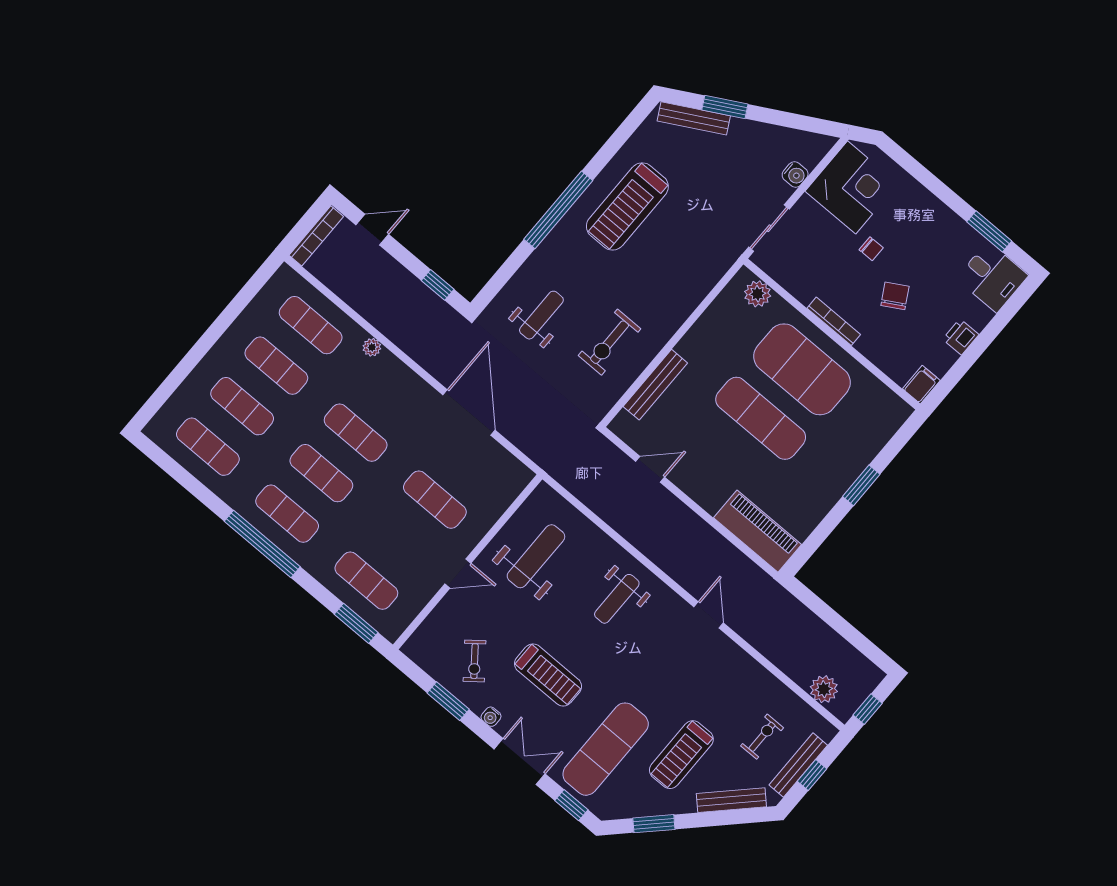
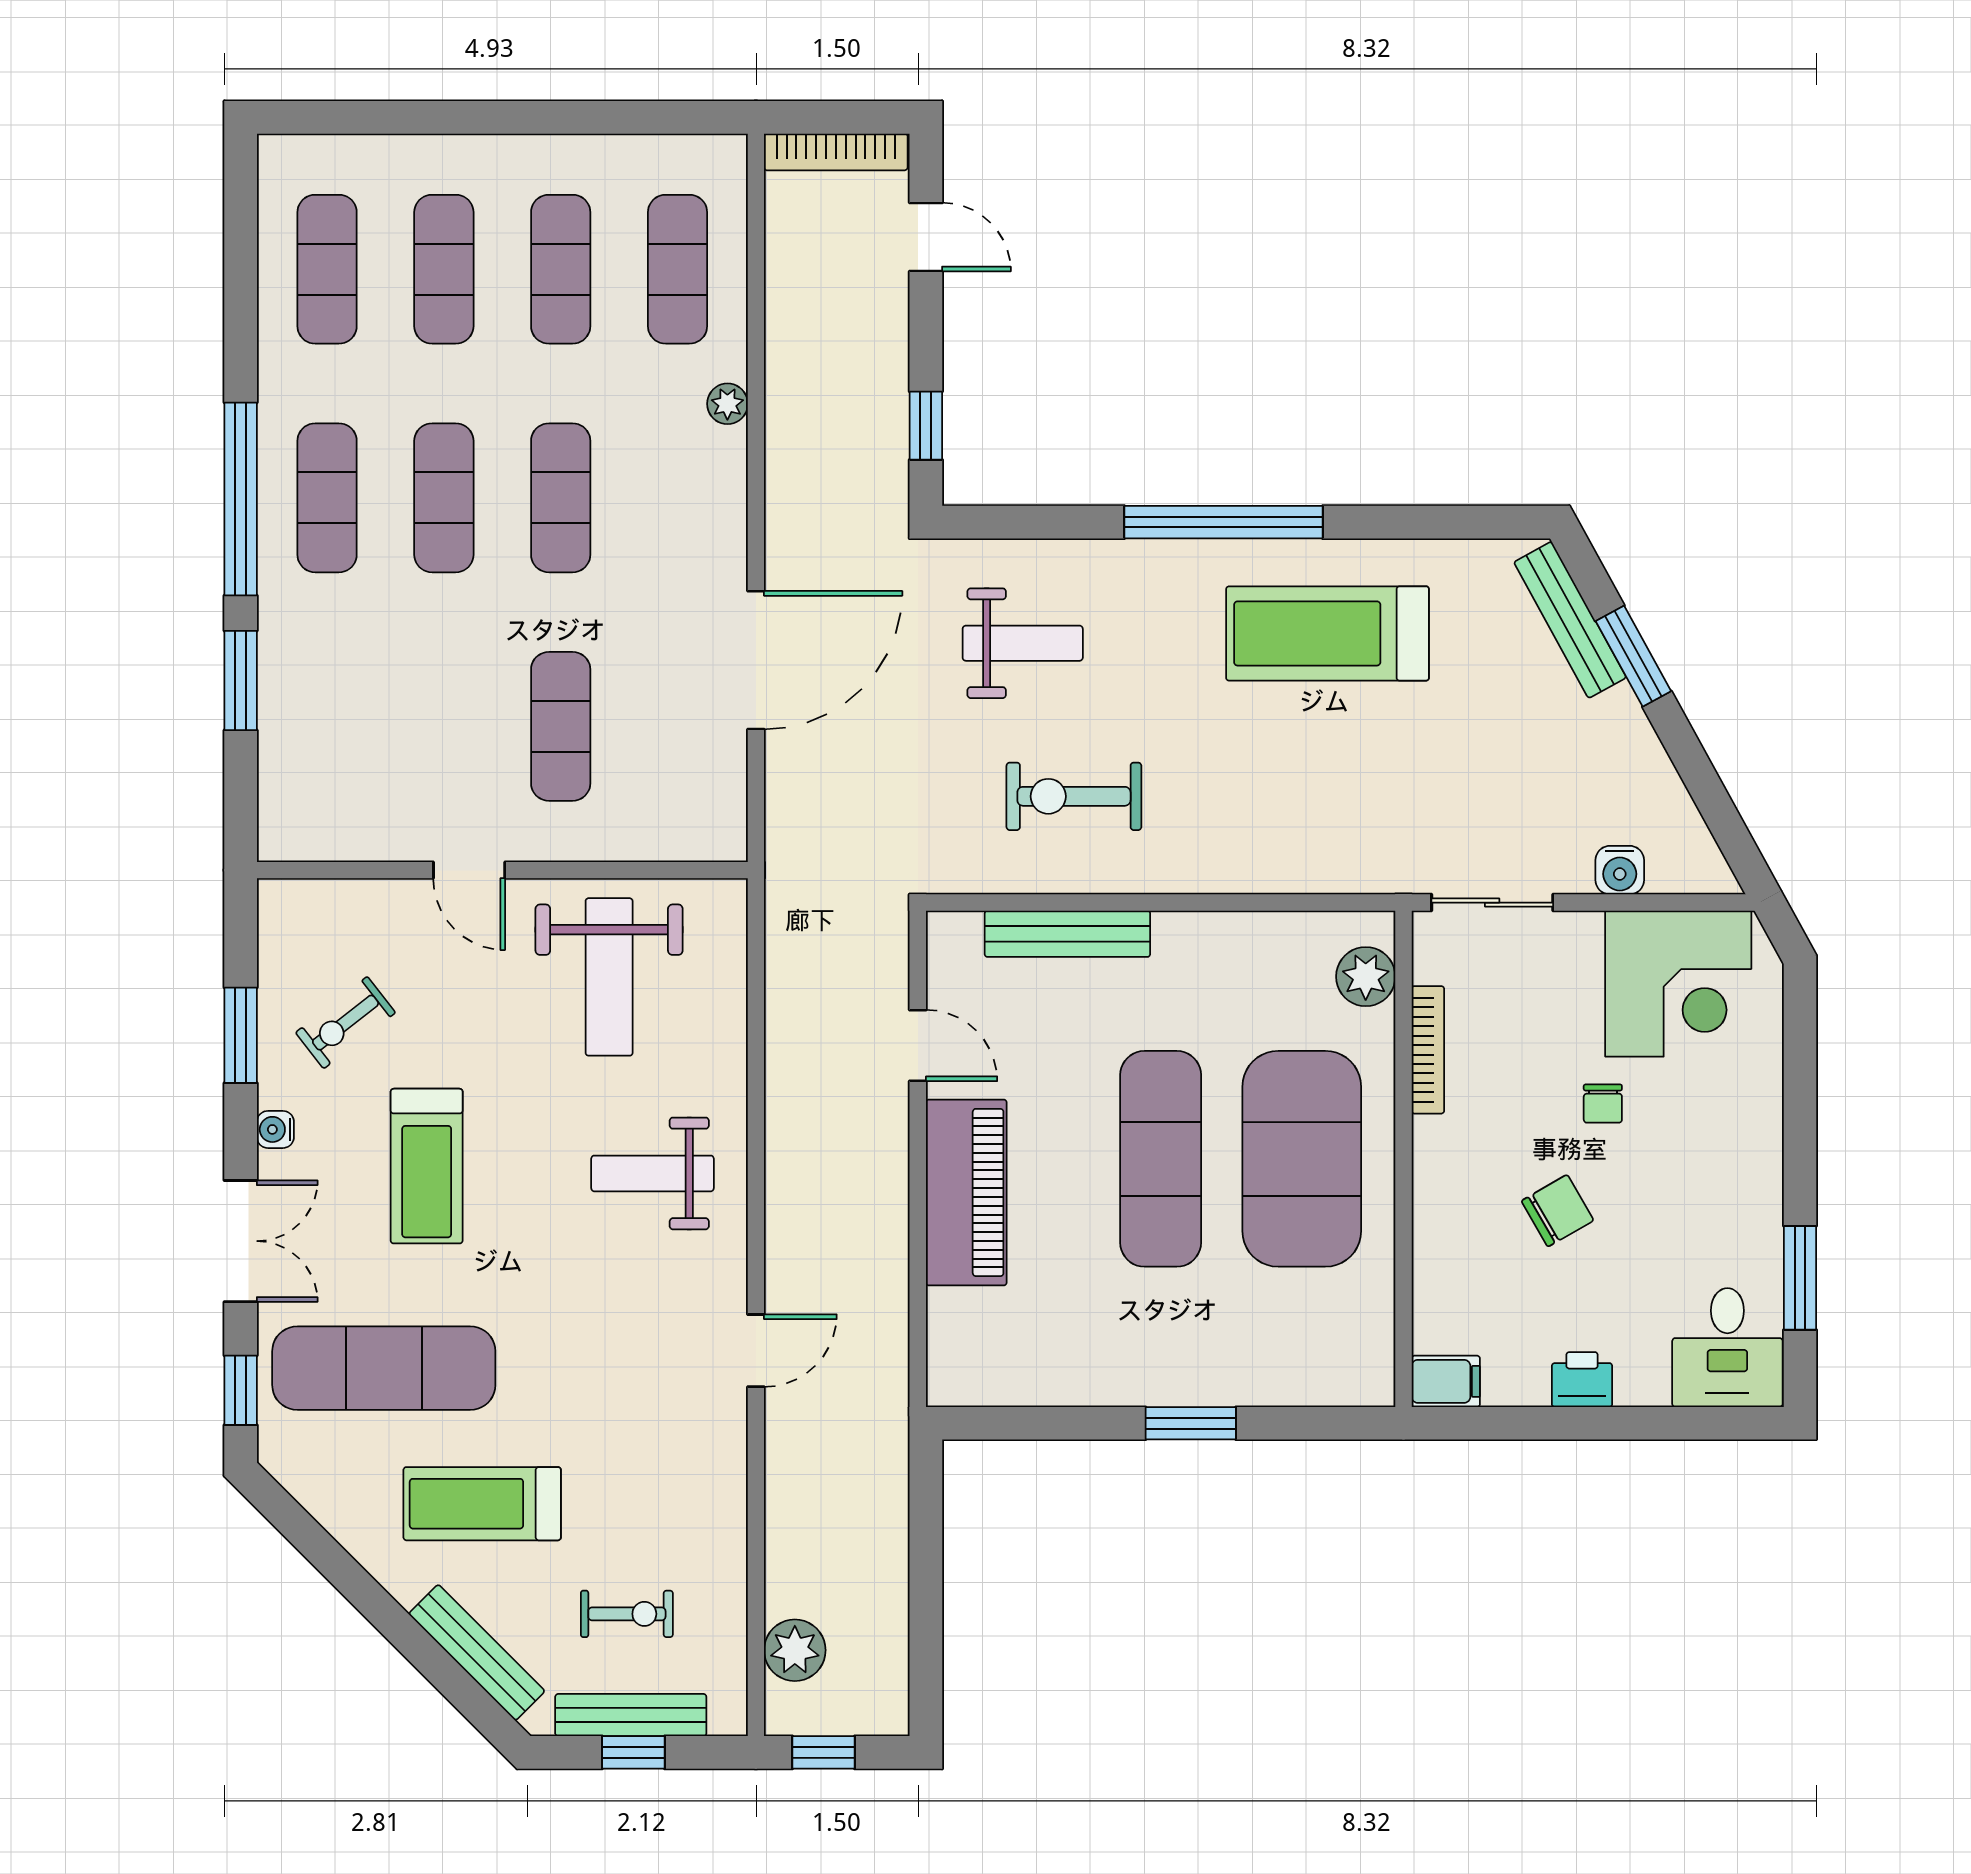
bookcase: (834, 321) -> (1428, 1050), moved
piano: (758, 531) -> (966, 1192), moved
weight bench: (536, 556) -> (609, 977), turned 90
exercise mat: (366, 581) -> (327, 726), removed
window: (356, 623) -> (241, 681), moved
window: (654, 824) -> (327, 1555), removed

